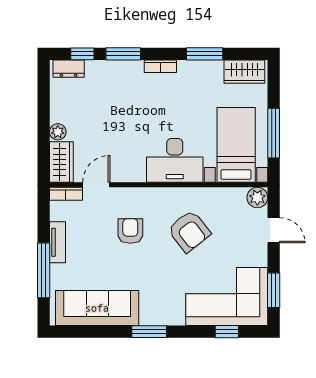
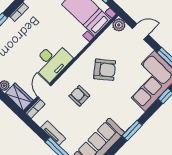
desk: (175, 160) -> (52, 61), moved

